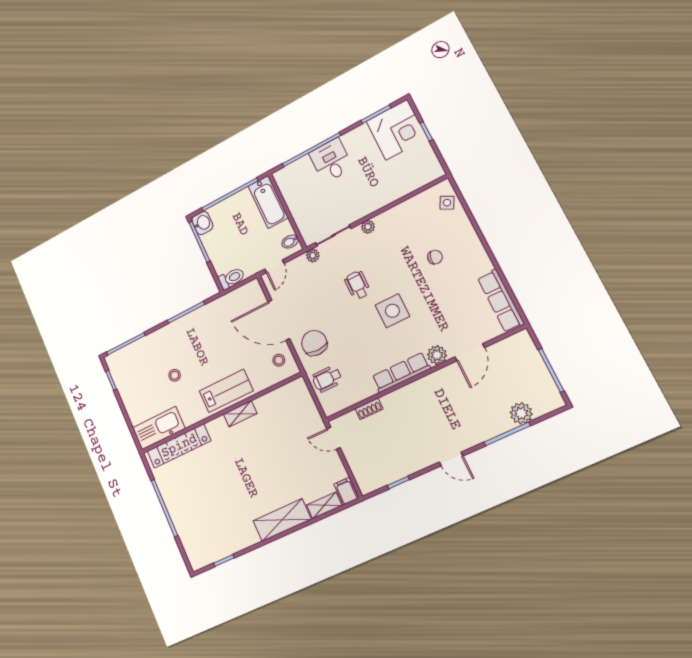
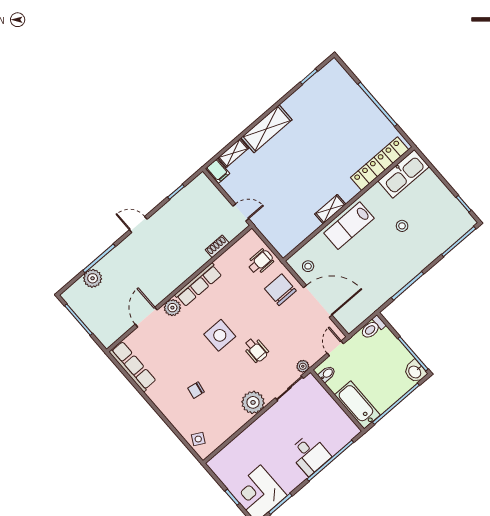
plant: (368, 227) -> (253, 402), width x1.87, depth x1.87
chair: (314, 343) -> (280, 290), turned 180

